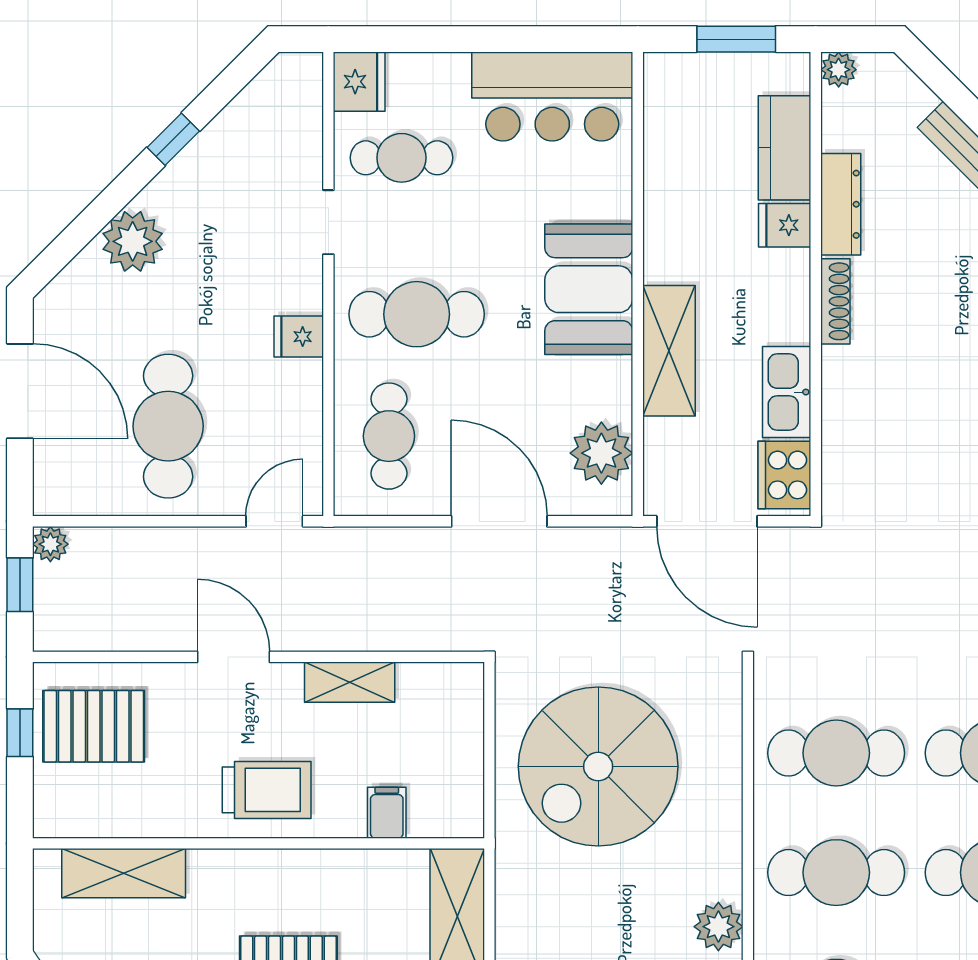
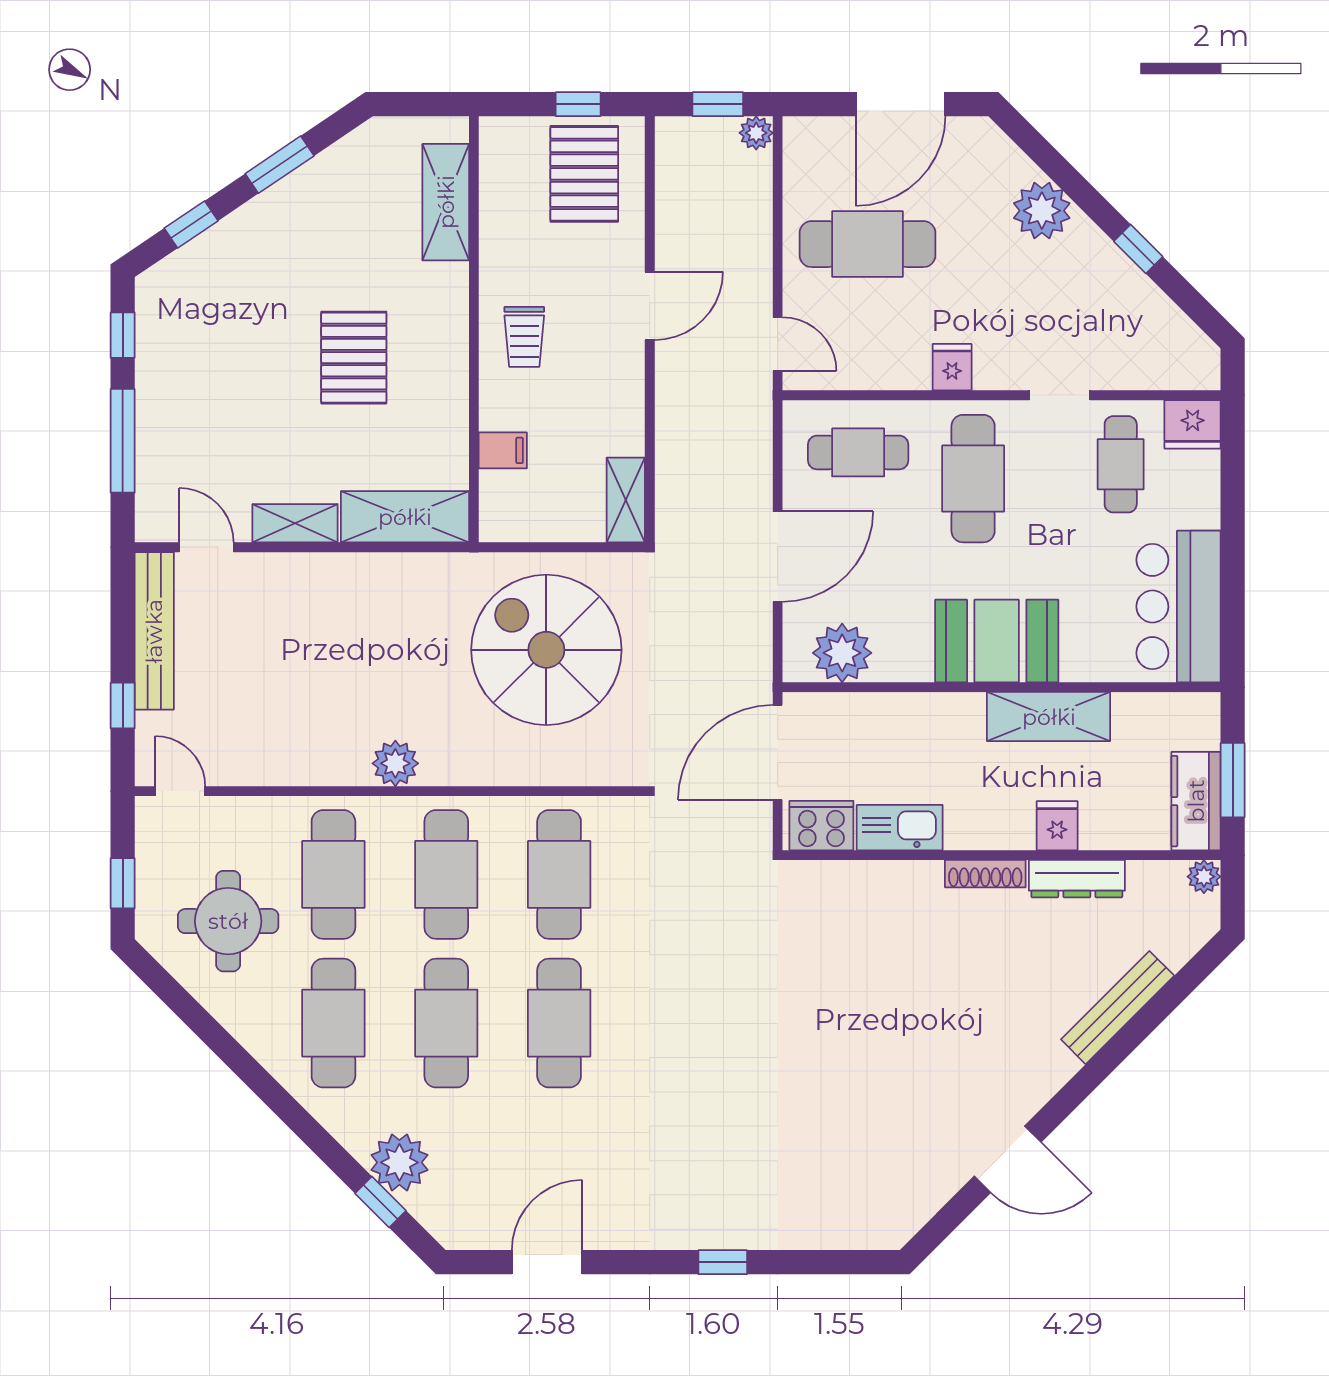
kitchen counter: (785, 148) -> (1196, 801), moved, turned -90
shelving: (669, 351) -> (1049, 717), moved
shelving: (350, 682) -> (626, 500), moved
trolley: (267, 790) -> (524, 337), width x0.73, depth x0.72

